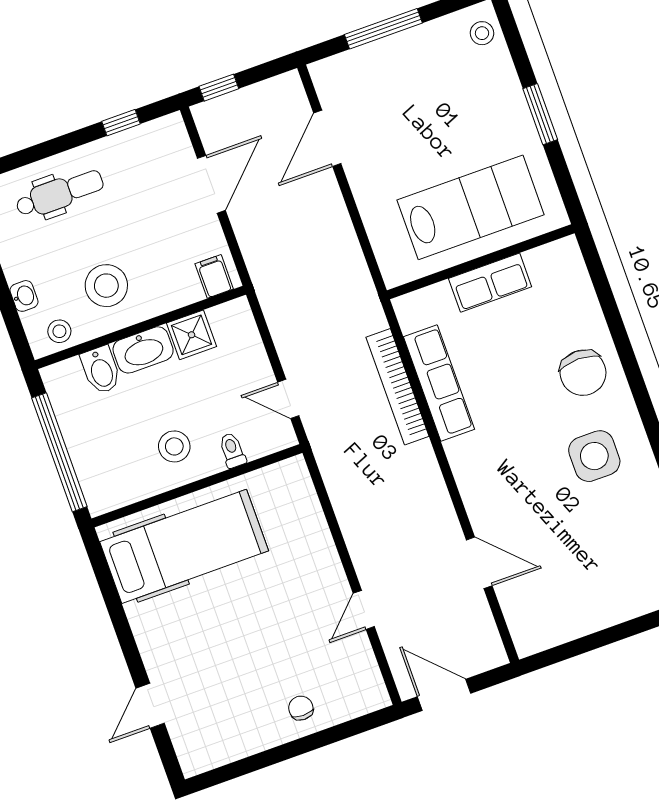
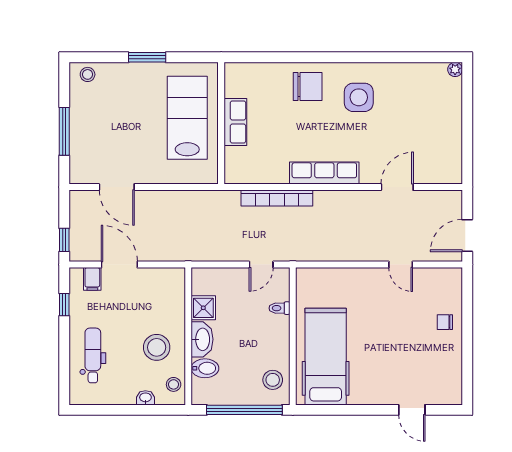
filing cabinet: (214, 276) -> (92, 279), moved, turned -90
row of seats: (439, 383) -> (324, 173), moved
stool: (174, 446) -> (273, 380), moved

